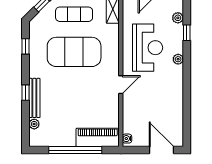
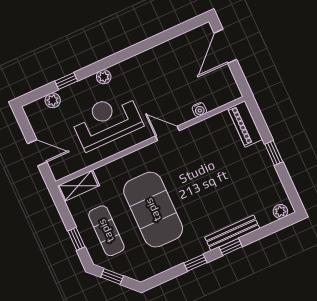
window: (26, 46) -> (195, 263), moved
plant: (34, 124) -> (280, 211), moved
piano: (98, 137) -> (245, 124), width x0.73, depth x0.75
water cooler: (127, 139) -> (199, 110), moved
window: (75, 150) -> (274, 153), width x0.32

